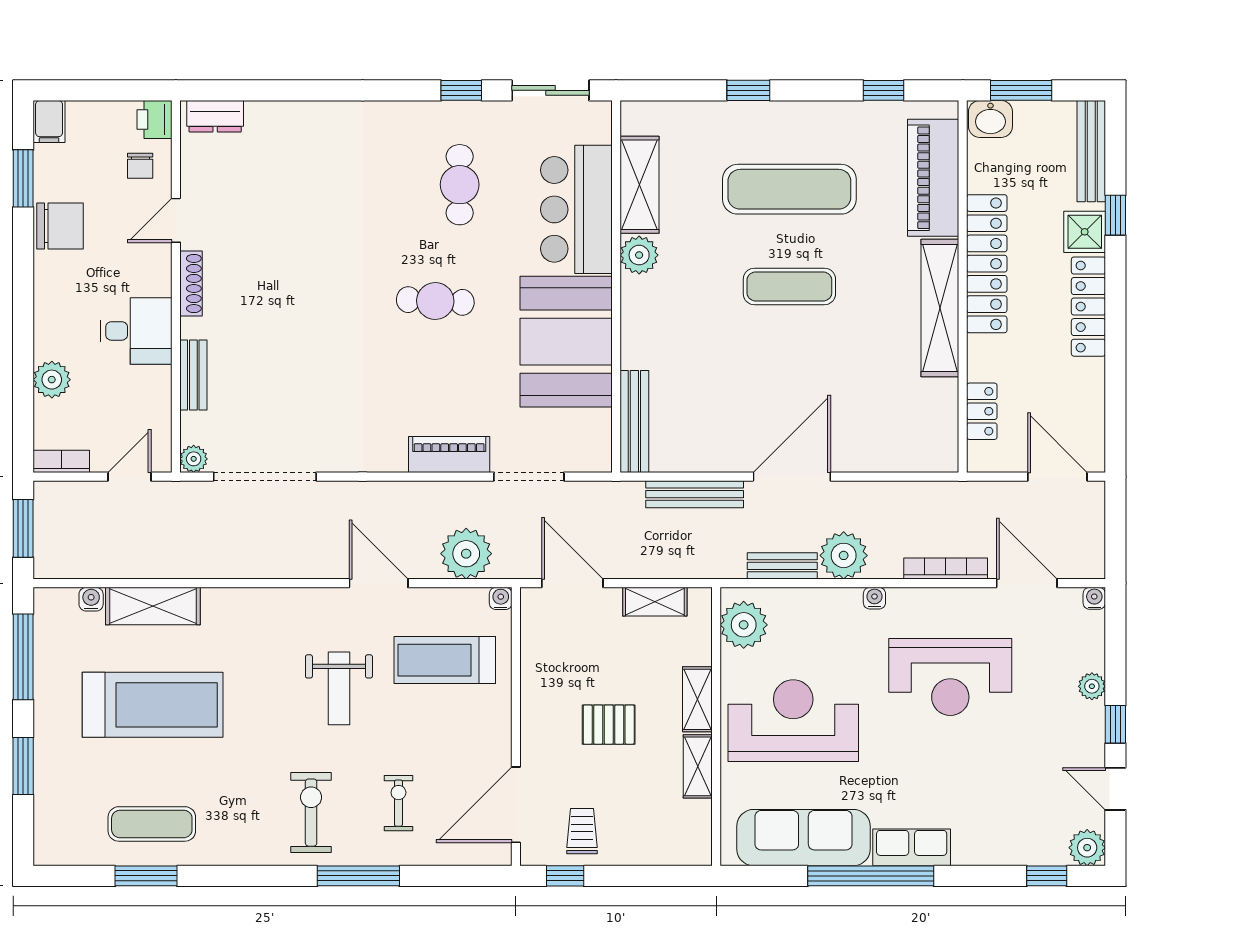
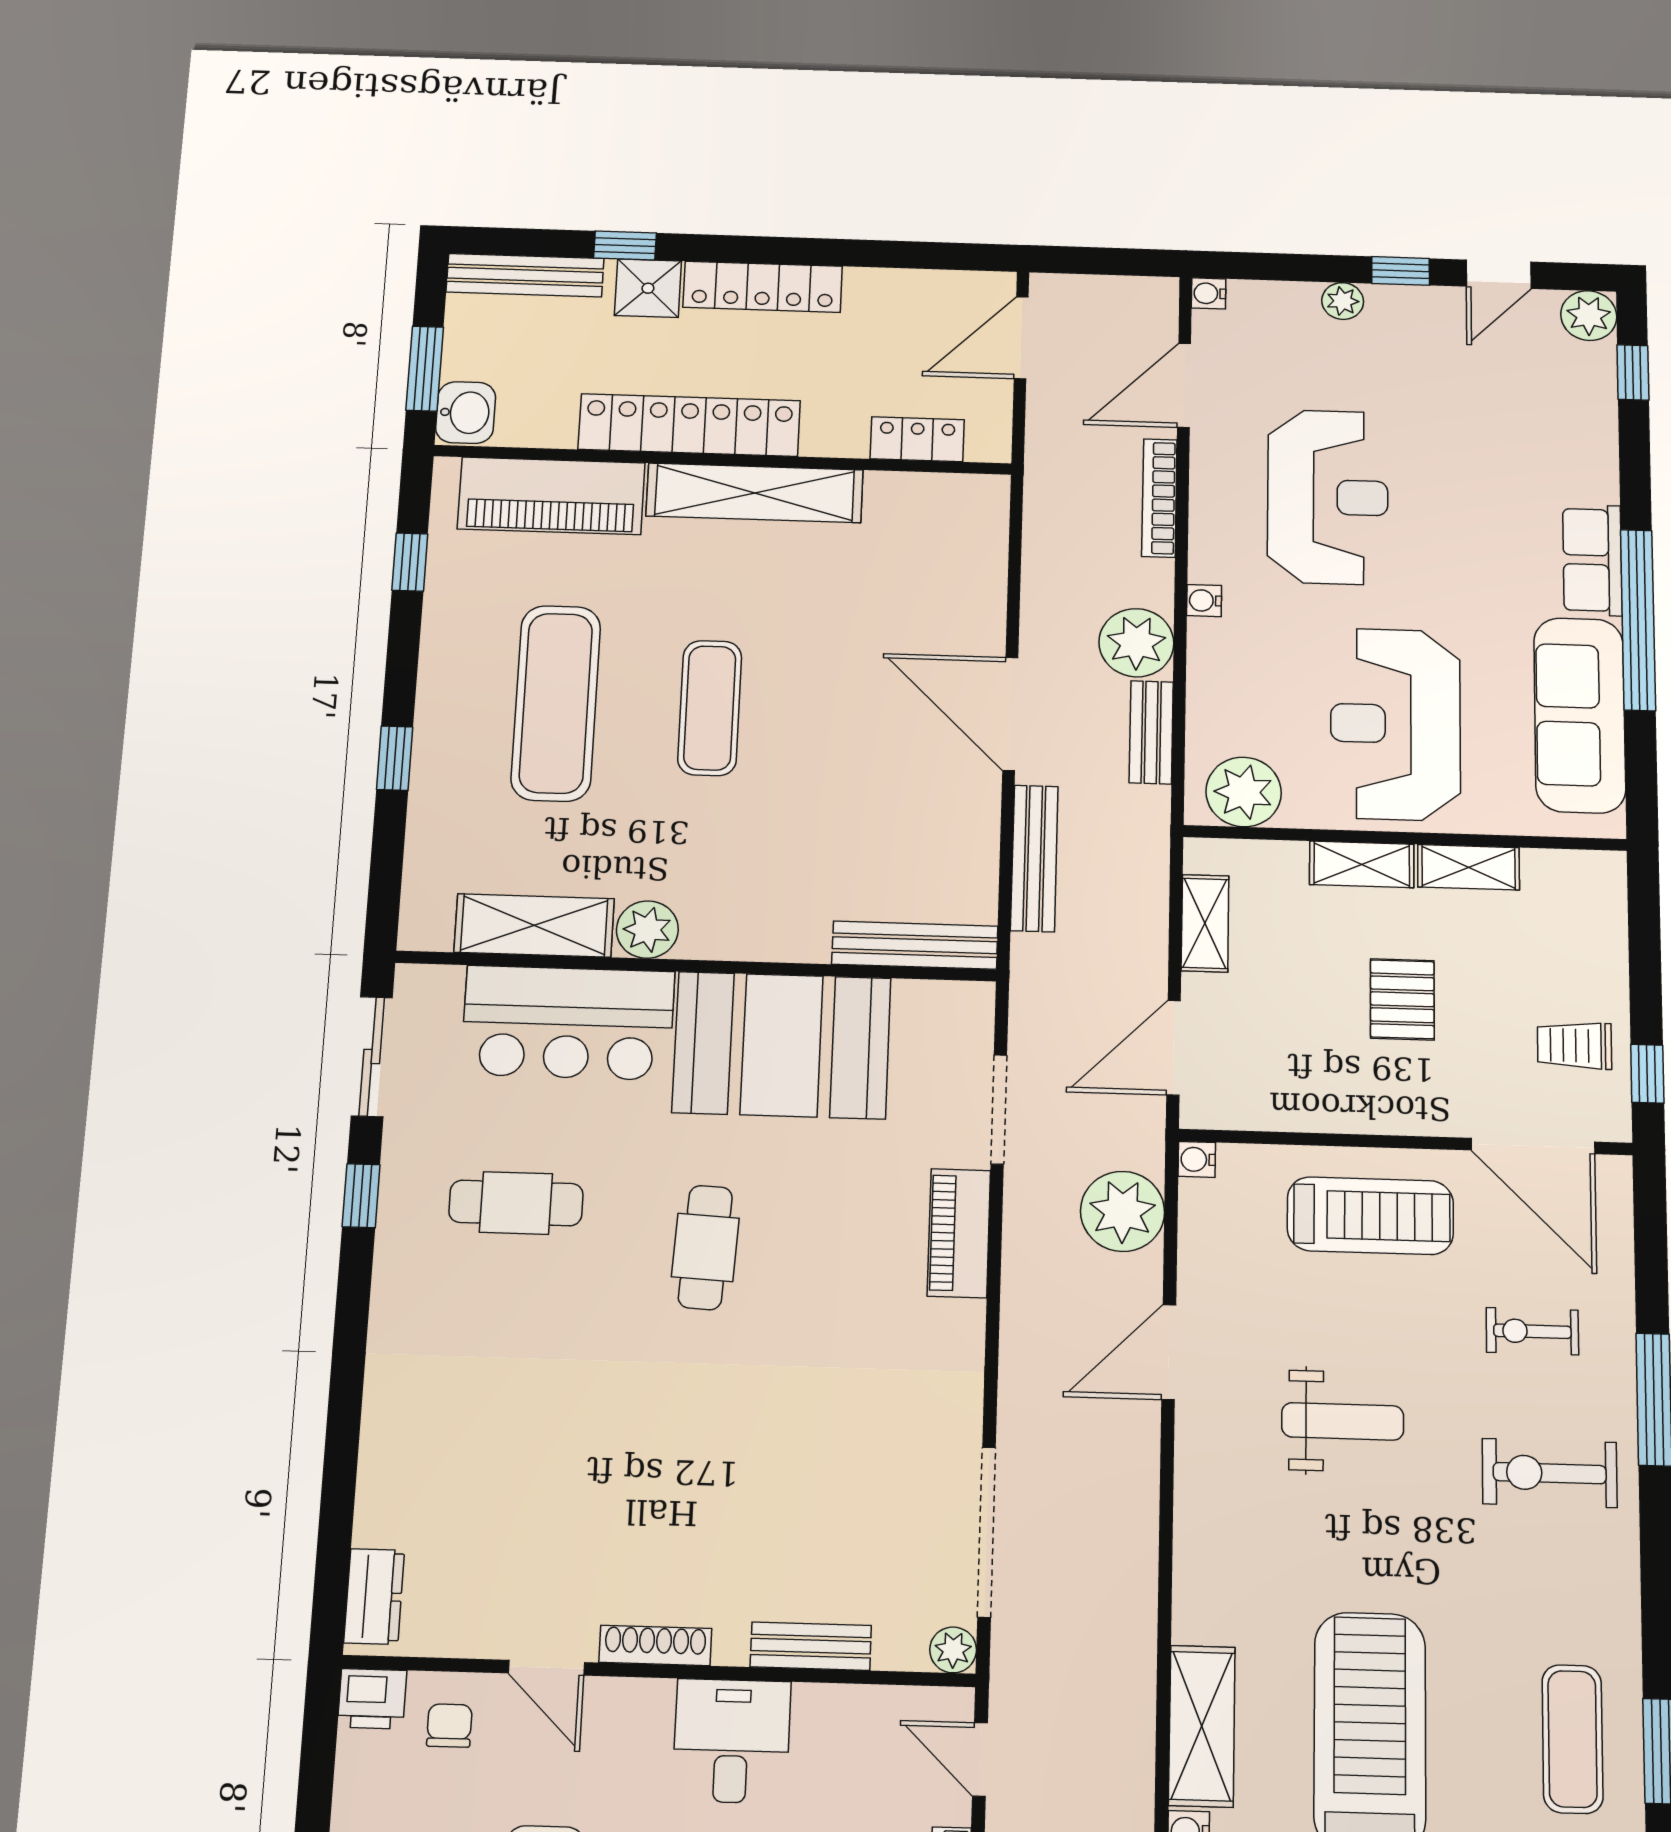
chair: (140, 166) -> (449, 1726), turned -90
treadmill: (445, 660) -> (1370, 1216), moved, turned -90

